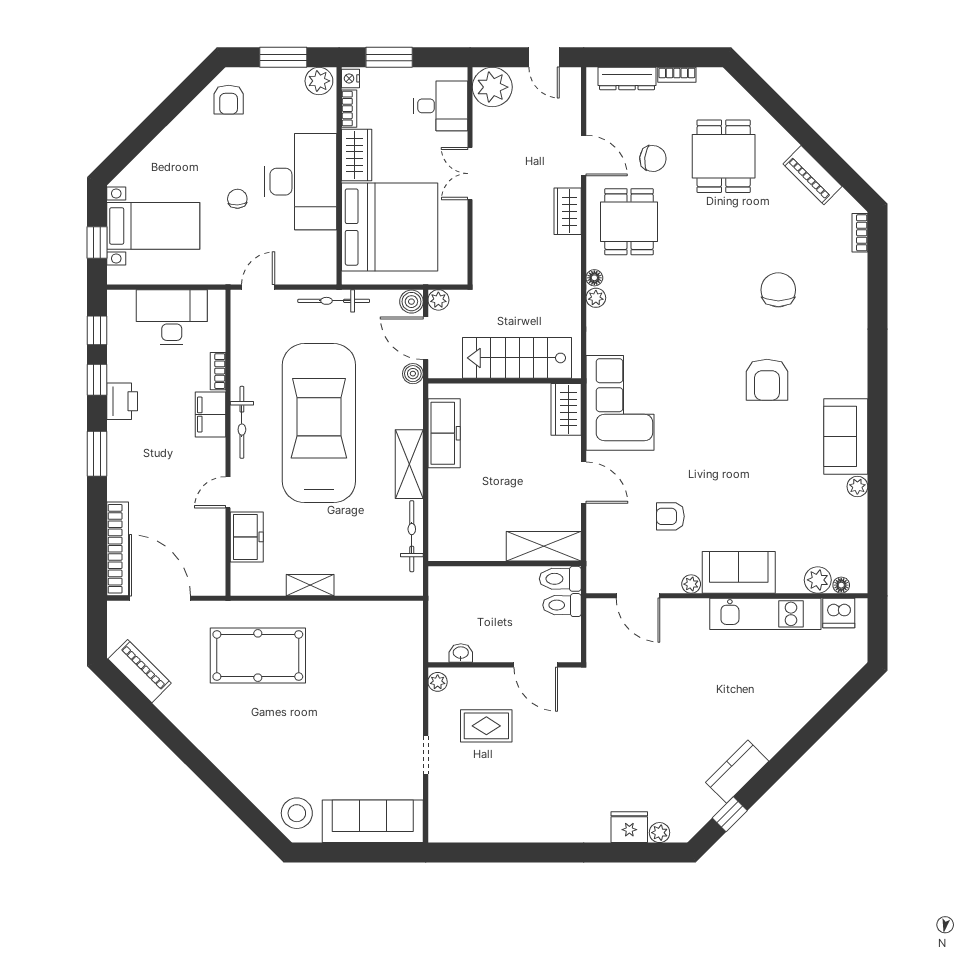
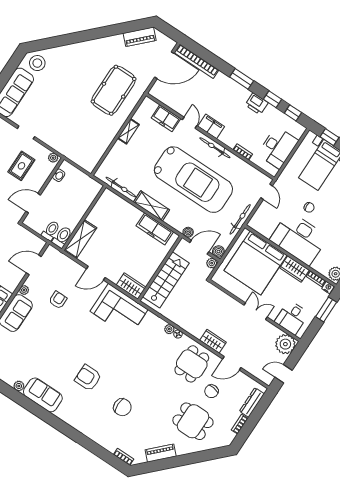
dining table: (629, 222) -> (192, 364), turned 90
filing cabinet: (210, 415) -> (211, 126), moved

